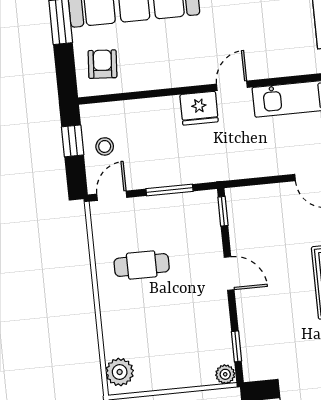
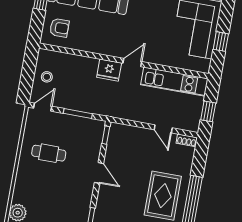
armchair: (102, 64) -> (59, 28), turned 86
window: (73, 141) -> (29, 68), removed

